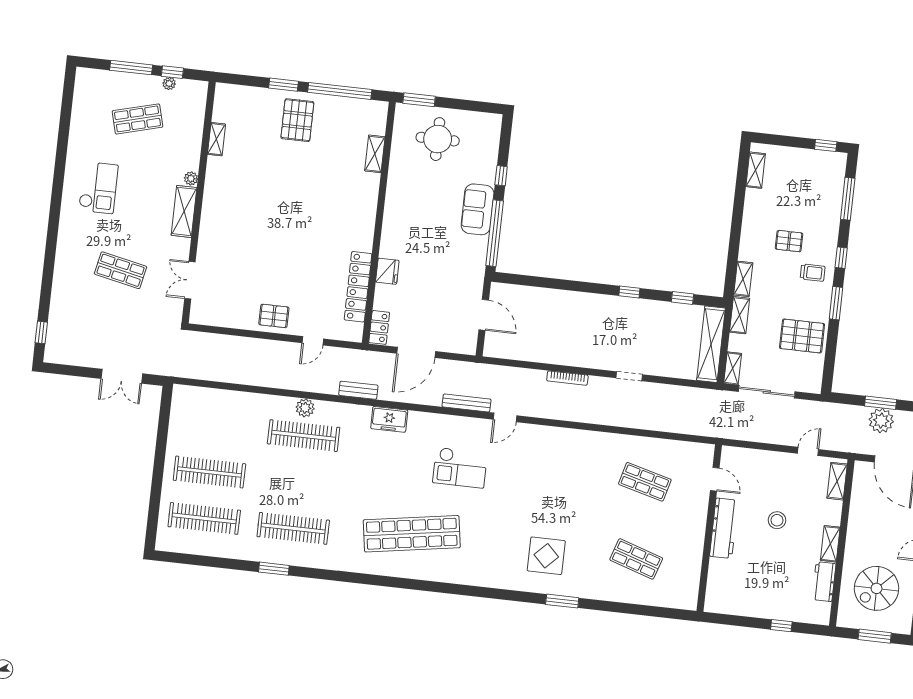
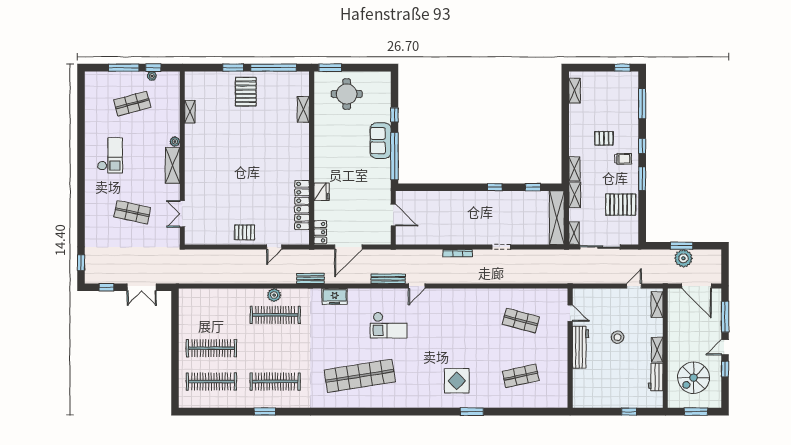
window: (73, 371) -> (106, 287), added
shop shelf: (636, 559) -> (521, 376), turned -30

